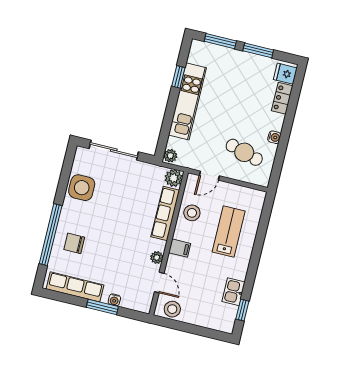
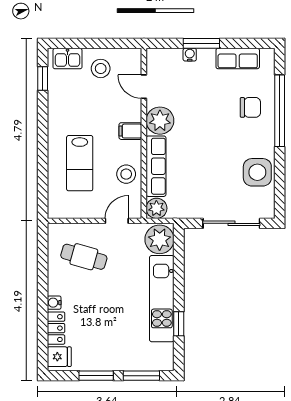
water cooler: (274, 137) -> (54, 303), moved
plant: (170, 156) -> (160, 239), width x1.88, depth x1.88
plant: (157, 257) -> (160, 121), width x1.88, depth x1.88
row of seats: (75, 287) -> (238, 58), width x0.68
kitchen sink: (233, 292) -> (67, 59), moved, turned 90
stool: (172, 309) -> (101, 68), moved

